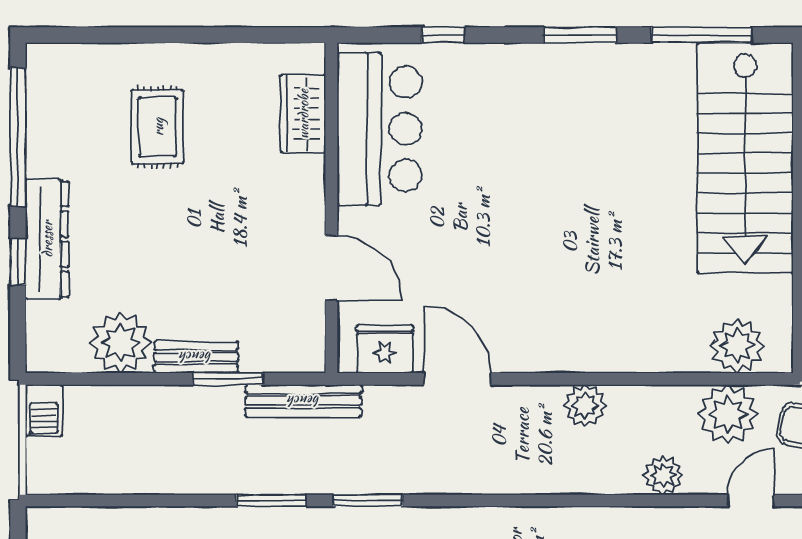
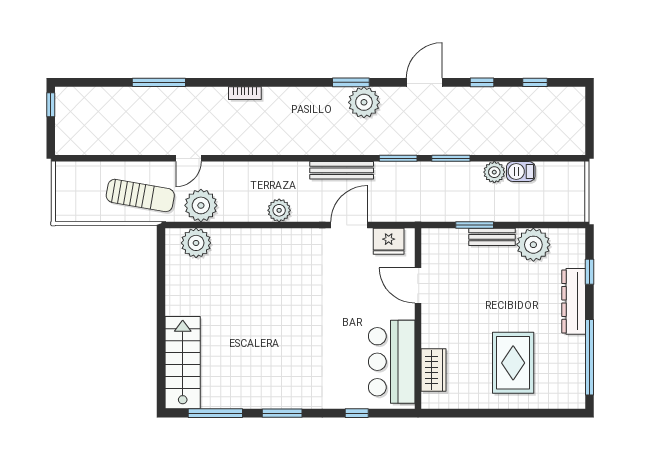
rug: (158, 127) -> (513, 363), width x1.36, depth x1.43
stairs: (745, 158) -> (183, 363), width x0.73, depth x0.66
window: (18, 262) -> (590, 272), moved
door: (457, 379) -> (349, 225), swing flipped
bench: (304, 401) -> (342, 170), moved
barbecue: (44, 410) -> (521, 172), moved, turned -90
plant: (663, 475) -> (494, 172), moved

